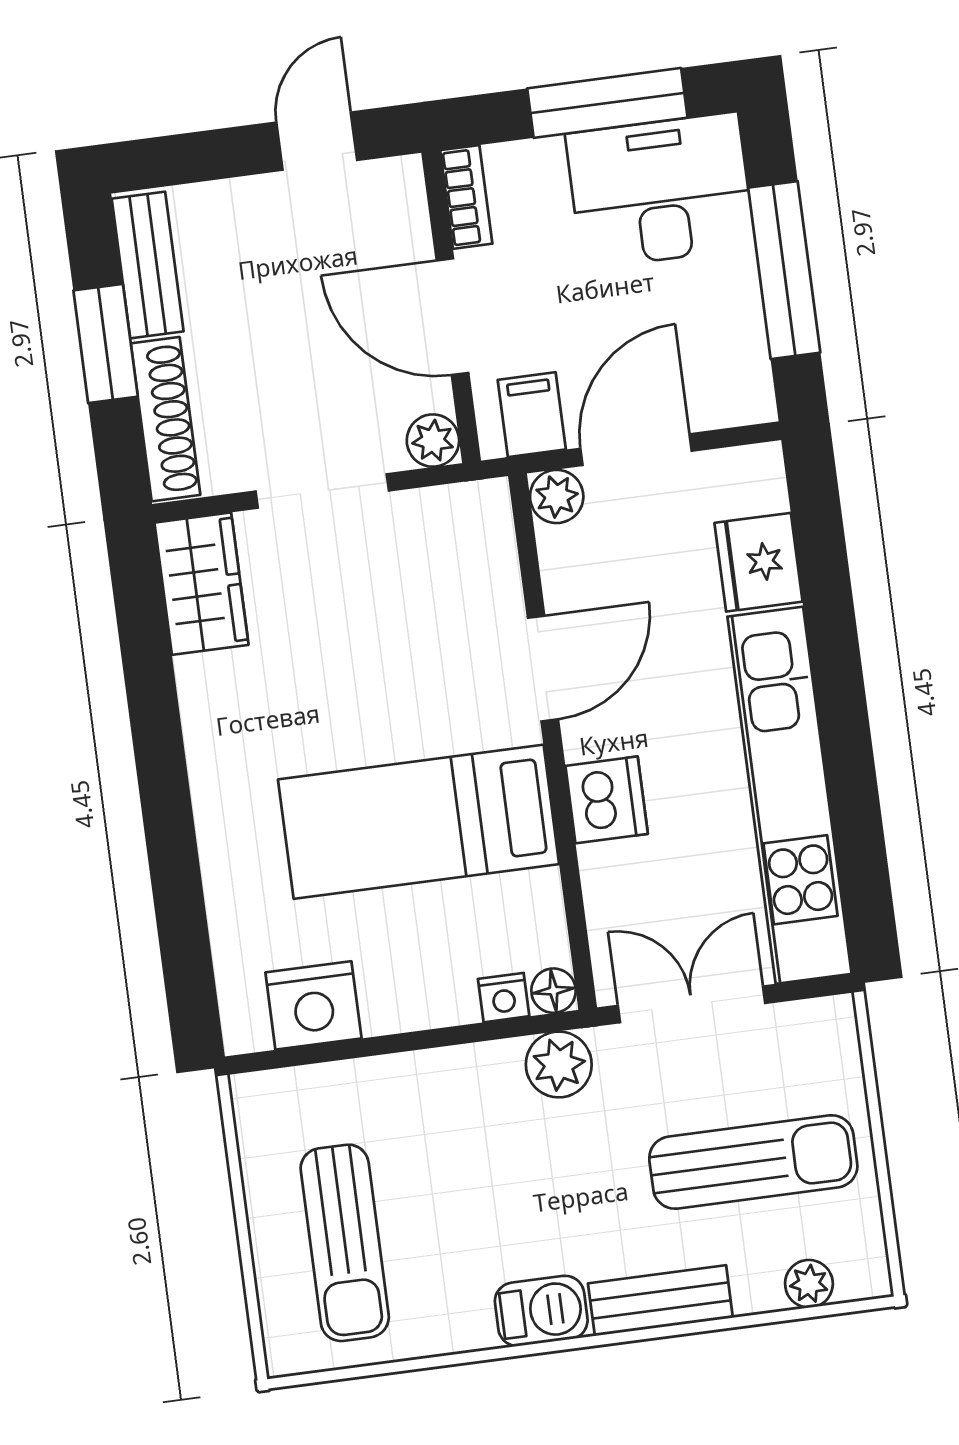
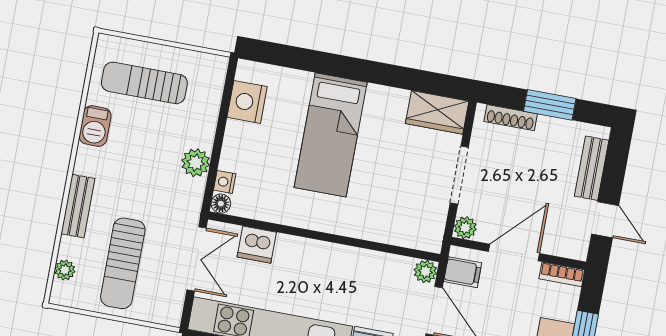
bench: (148, 265) -> (592, 168), moved, turned 90
shoe rack: (166, 419) -> (511, 118), width x0.74, depth x0.81
door: (543, 669) -> (356, 243), removed
dishwasher: (607, 800) -> (257, 245), moved
bed: (419, 822) -> (331, 135), moved, turned 180
plant: (559, 1065) -> (196, 163), moved
barbecue: (541, 1311) -> (95, 126), moved

